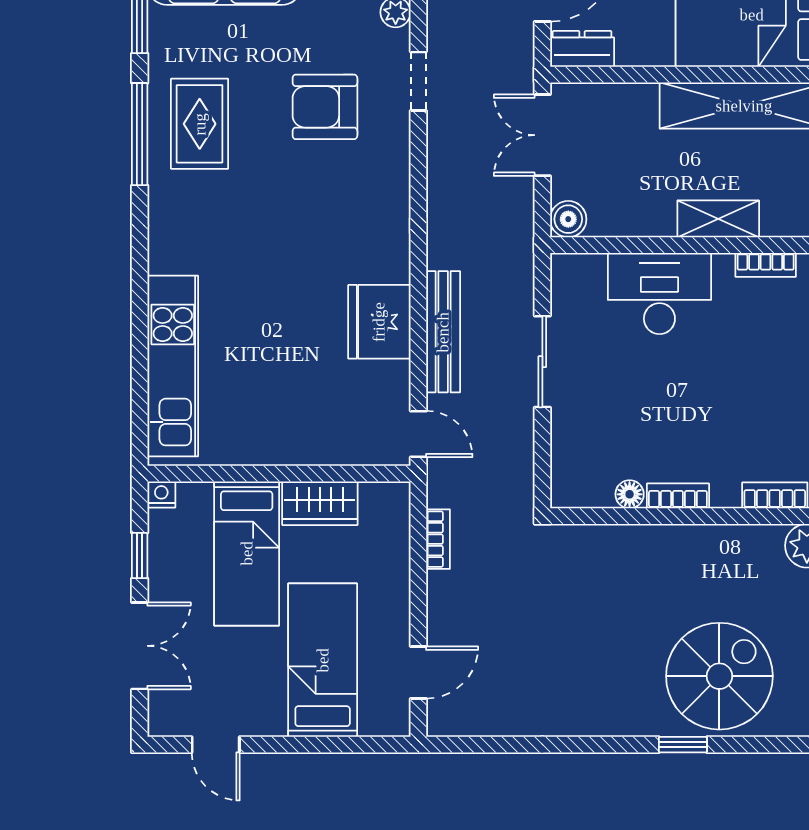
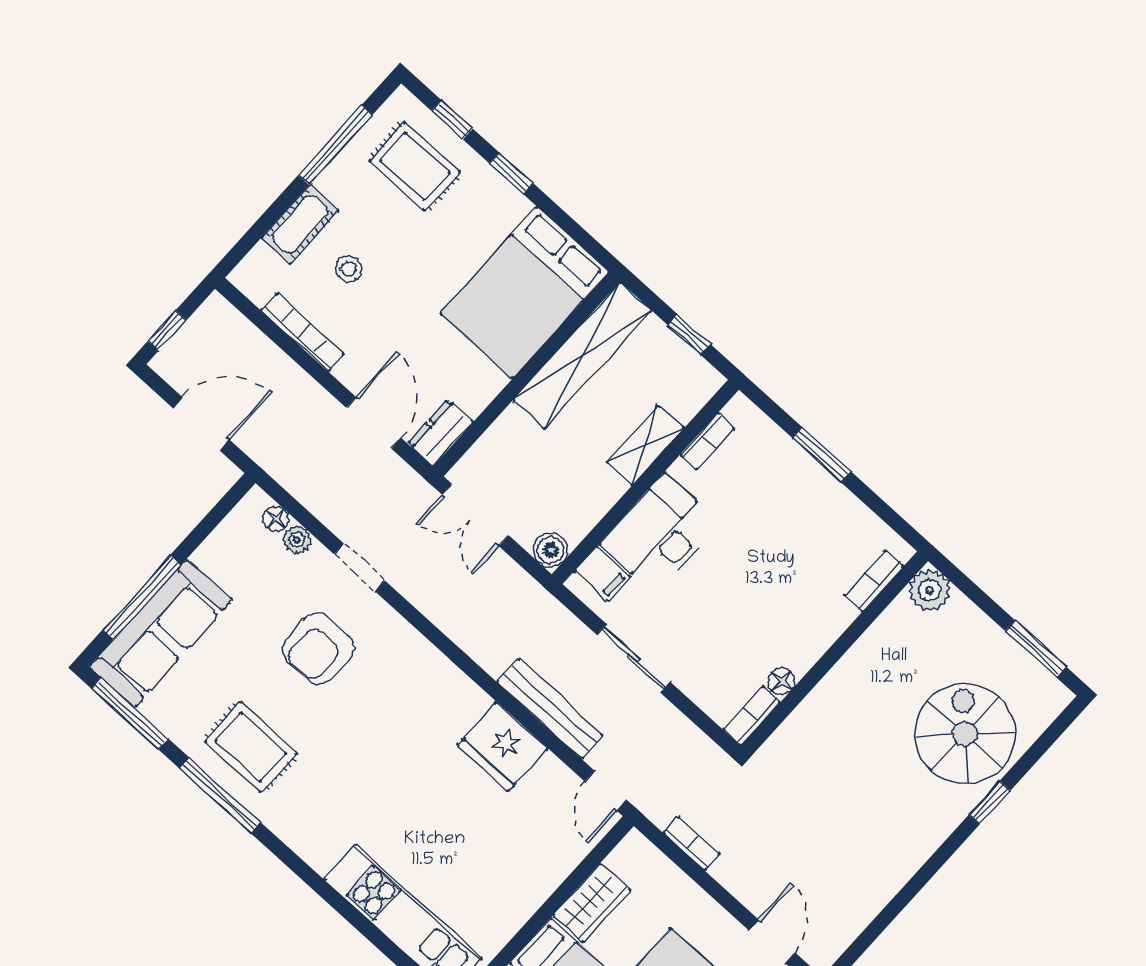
filing cabinet: (587, 277) -> (602, 574), added
door: (418, 434) -> (606, 791), swing flipped
bookcase: (678, 496) -> (752, 716), moved

